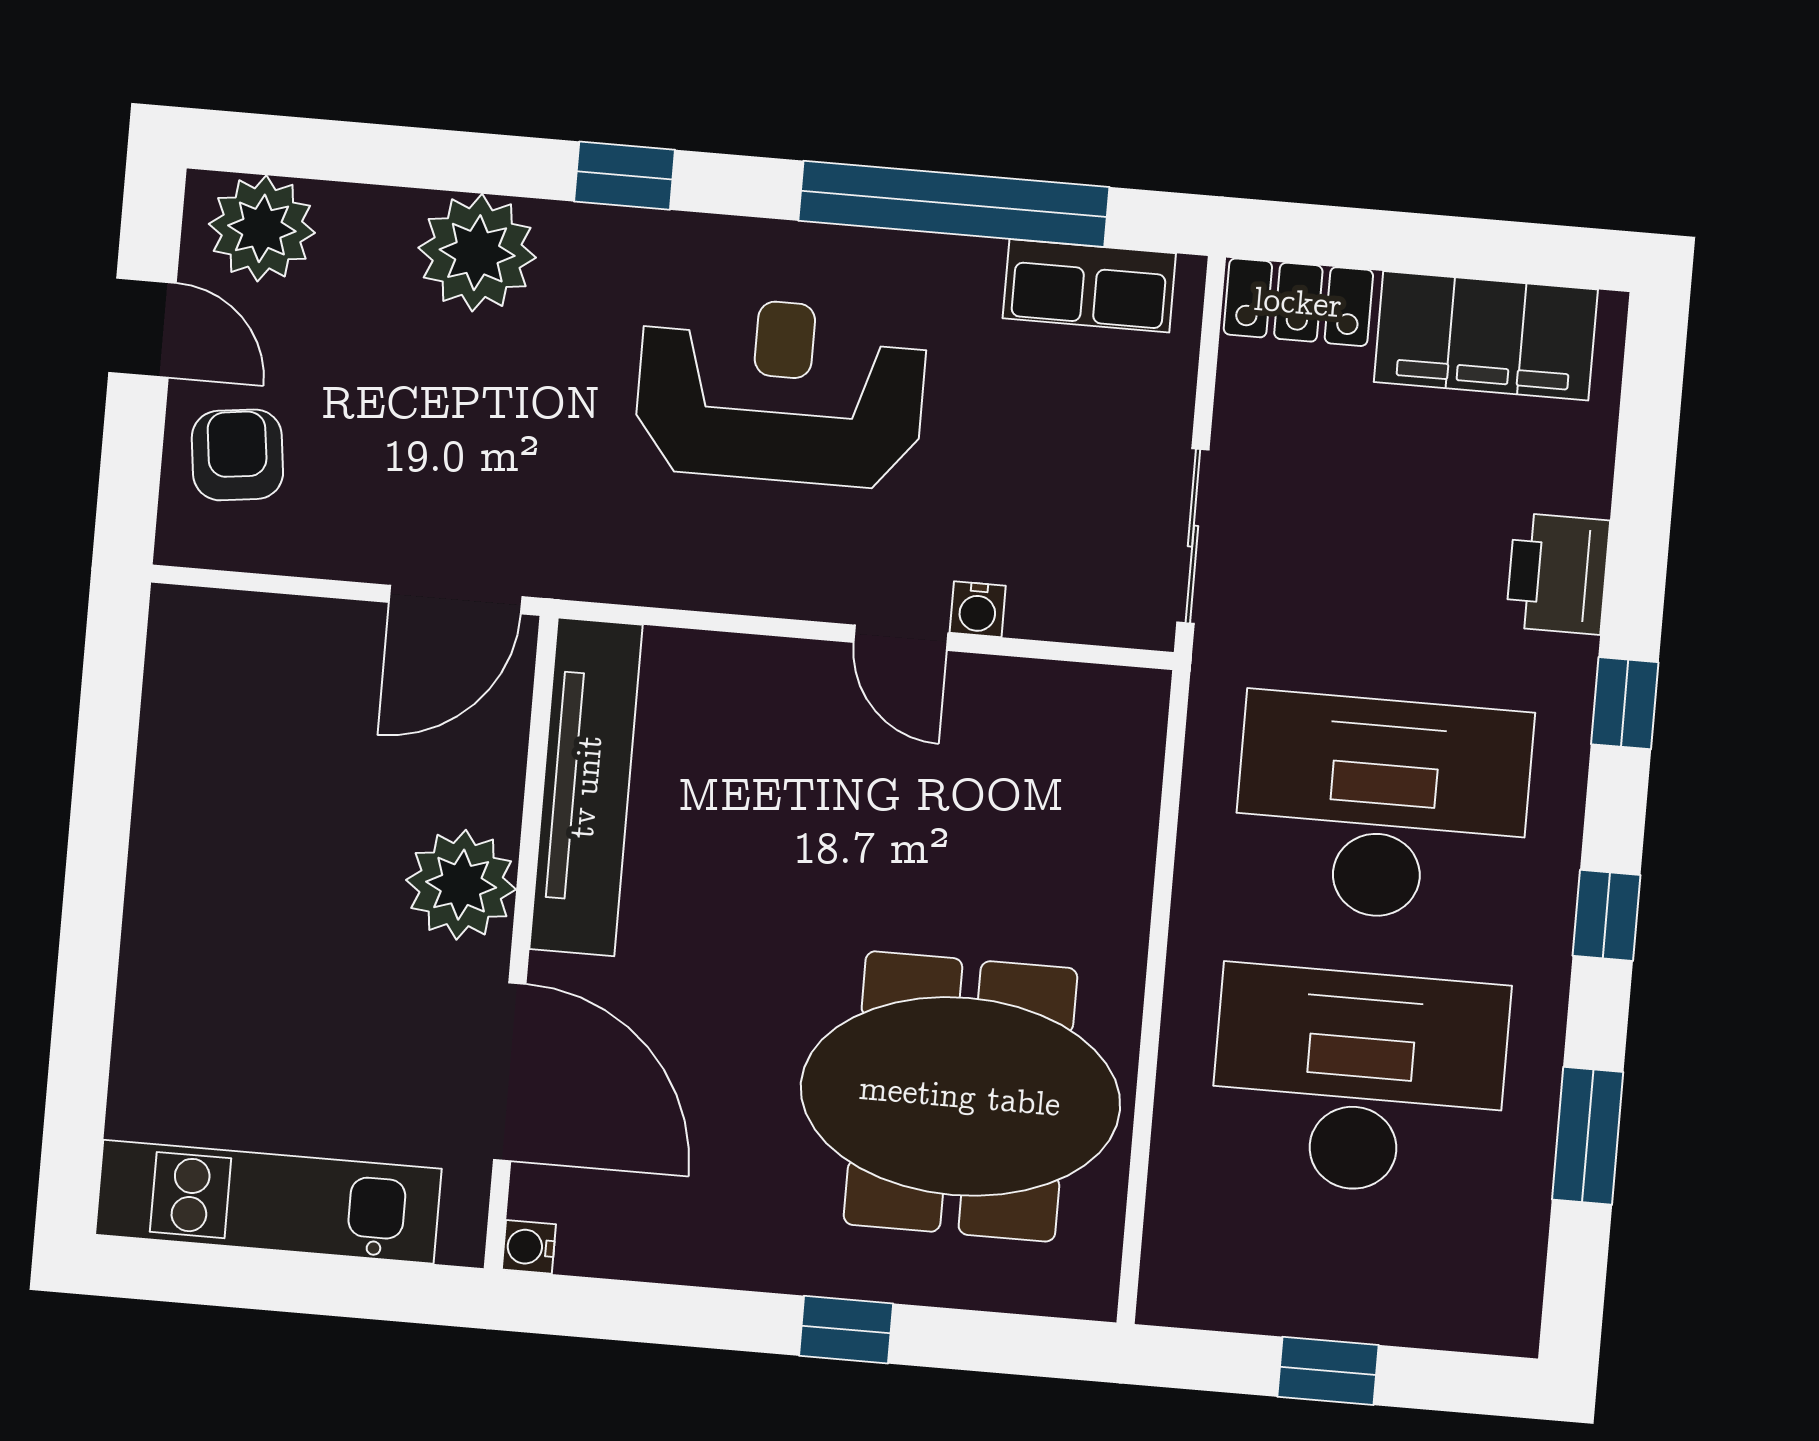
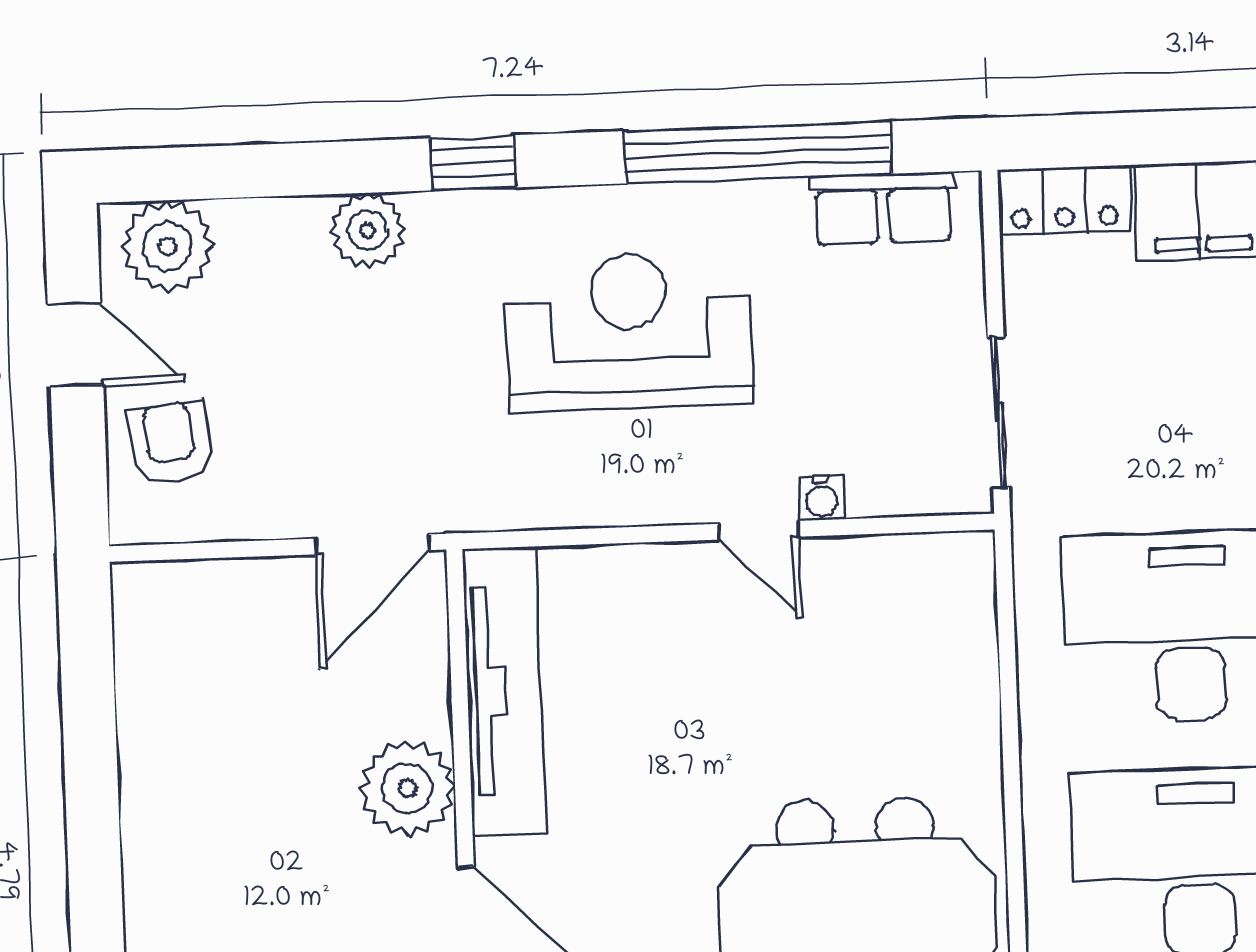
plant: (477, 253) -> (368, 230), width x0.73, depth x0.73

